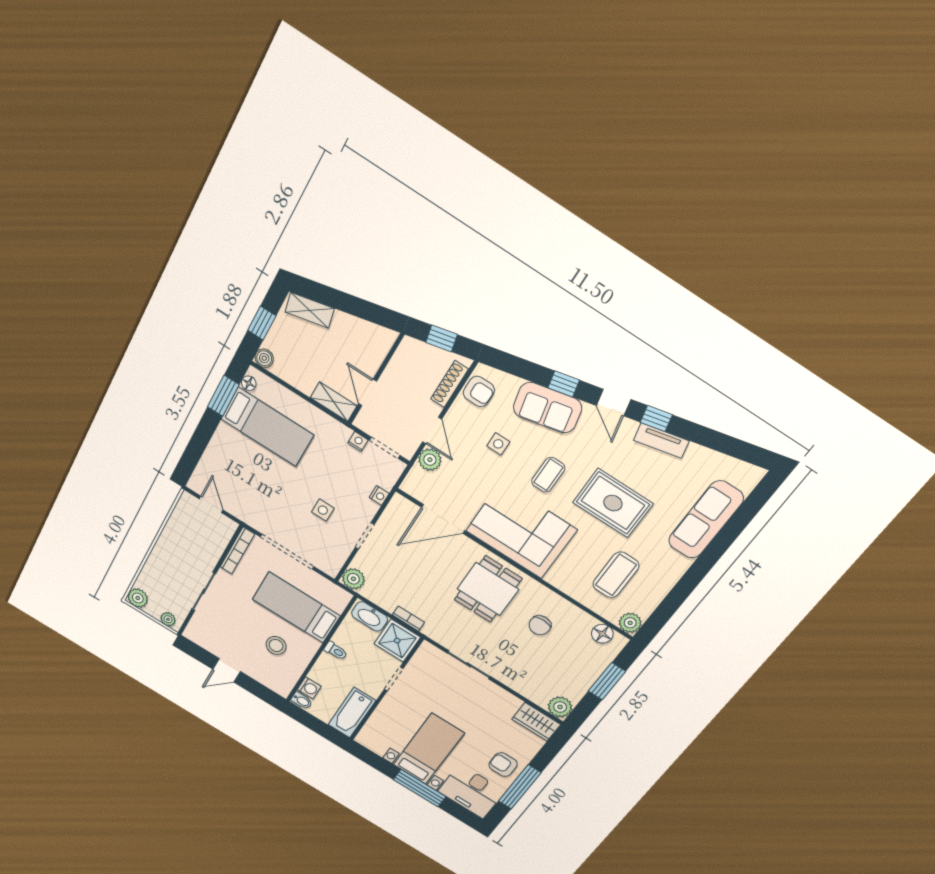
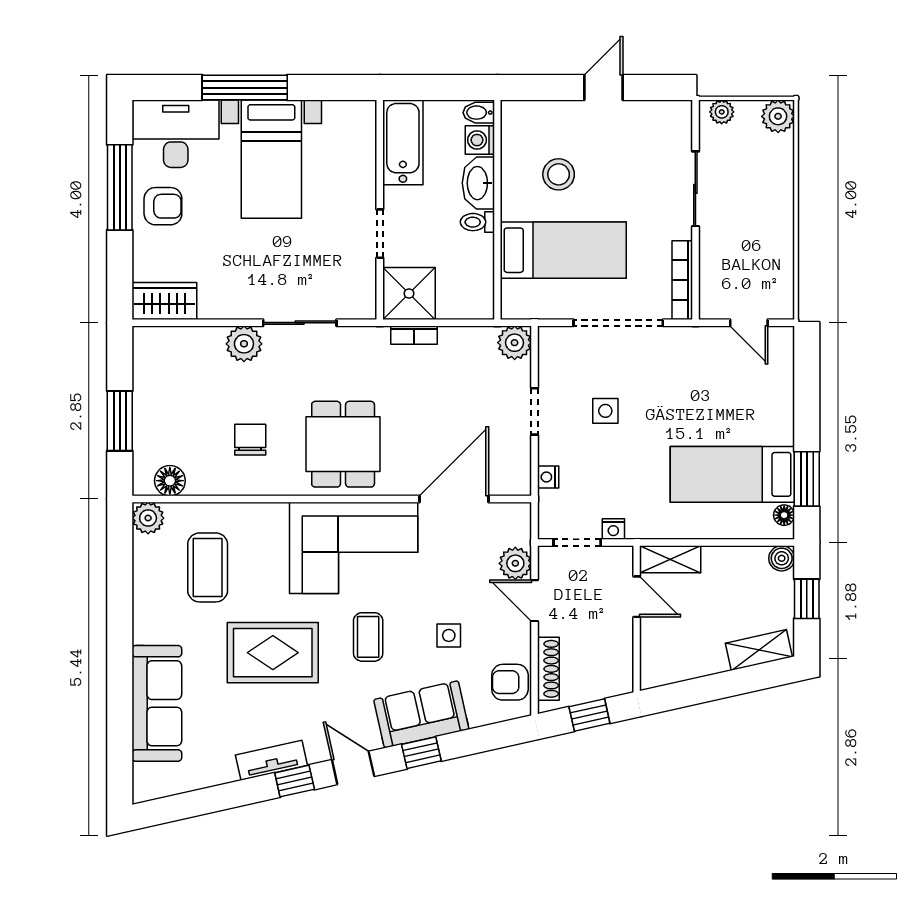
washbasin: (370, 616) -> (478, 183), moved, turned -90
plant: (560, 707) -> (244, 344), moved

